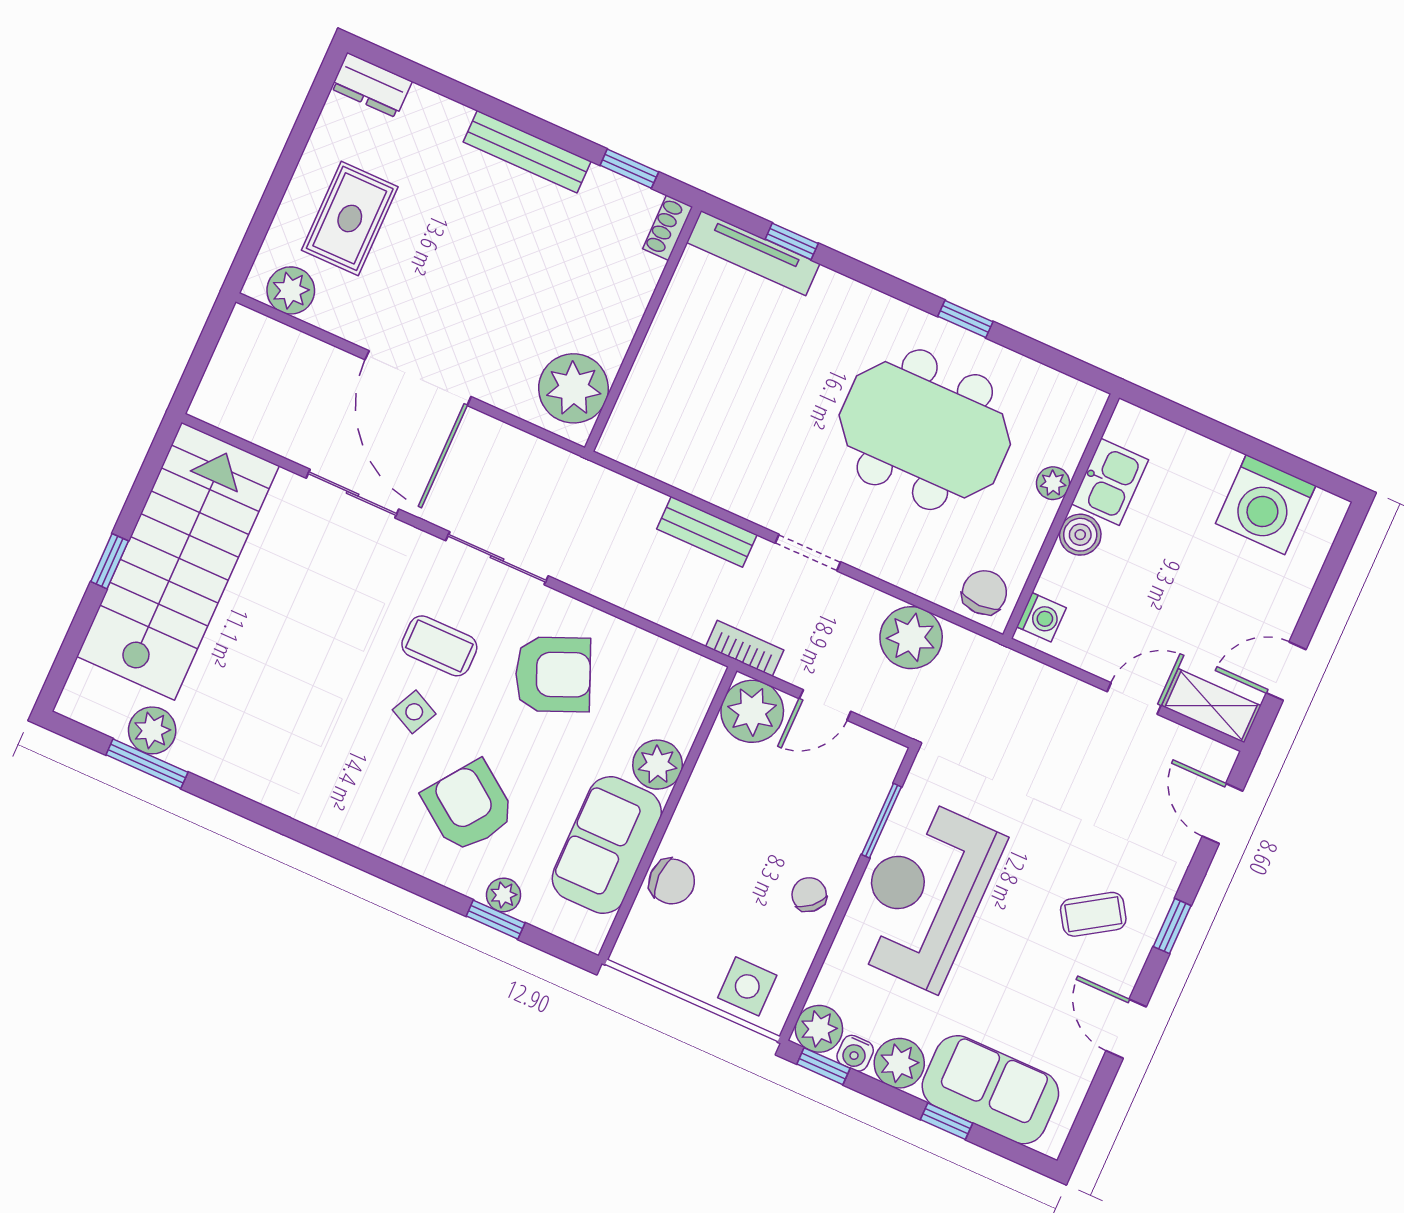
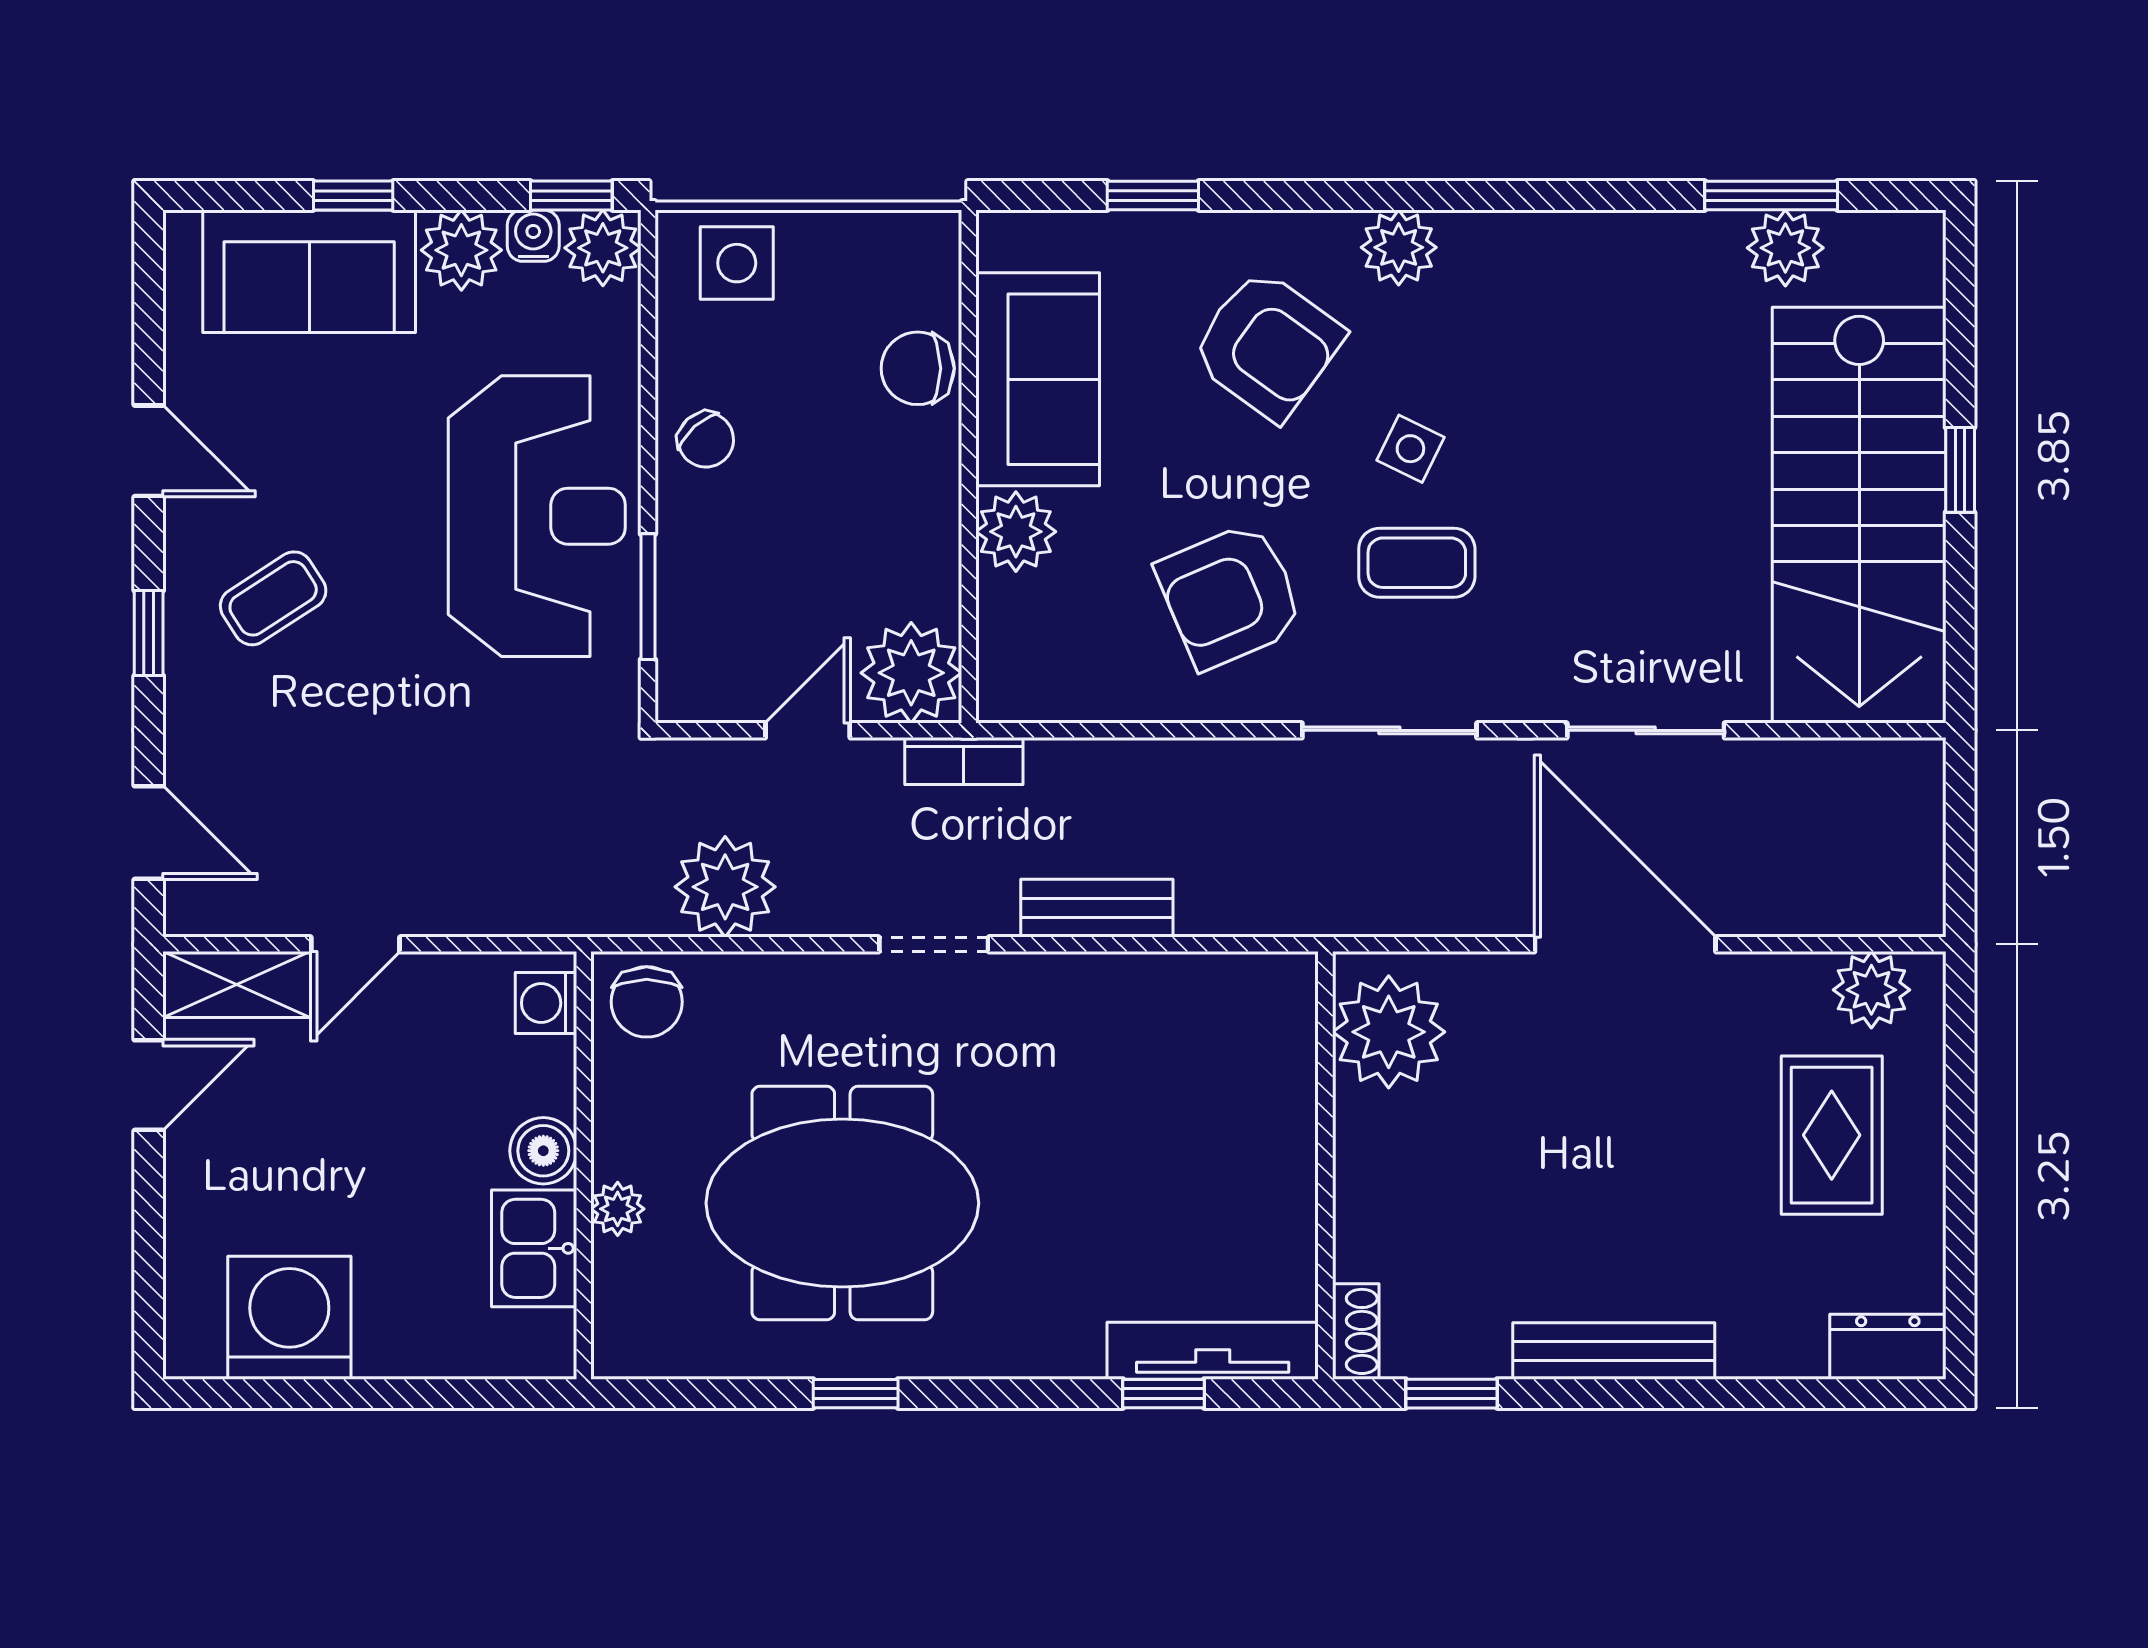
plant: (504, 895) -> (1399, 247), moved, width x1.38, depth x1.38

